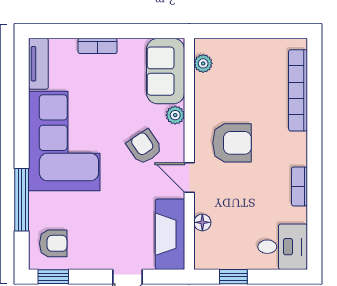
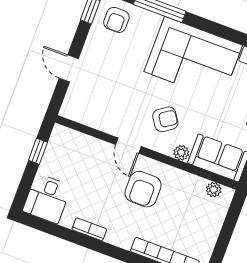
door: (189, 177) -> (128, 146), swing flipped
floor lamp: (202, 222) -> (89, 143), removed
fireplace: (170, 234) -> (90, 114), removed

